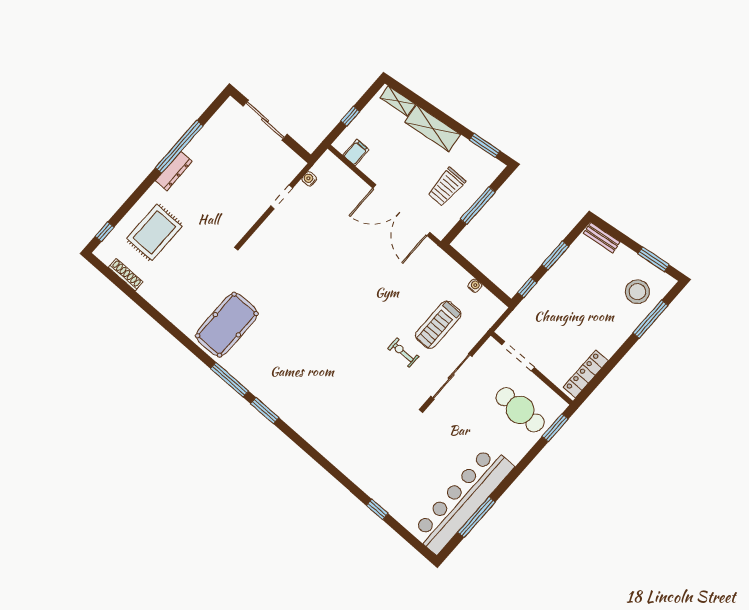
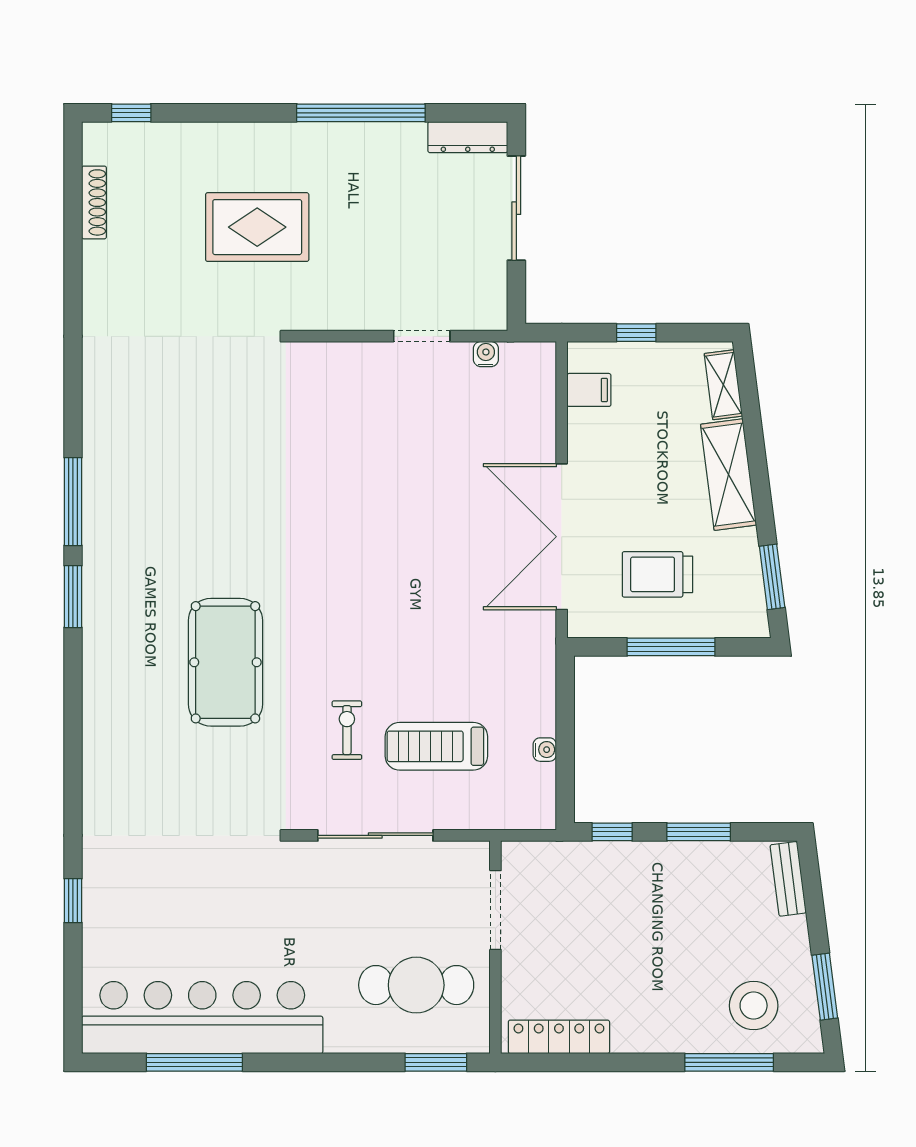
dresser: (174, 171) -> (468, 137), moved
rug: (154, 232) -> (257, 227), moved
pool table: (227, 325) -> (225, 662), moved, turned 90
cafe table: (520, 410) -> (416, 985), turned 90

